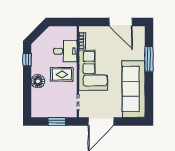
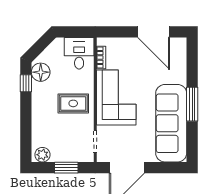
desk: (65, 51) -> (79, 53), moved, turned -90
window: (149, 59) -> (192, 104), moved
floor lamp: (38, 81) -> (41, 72), moved
plant: (39, 112) -> (42, 155), added

